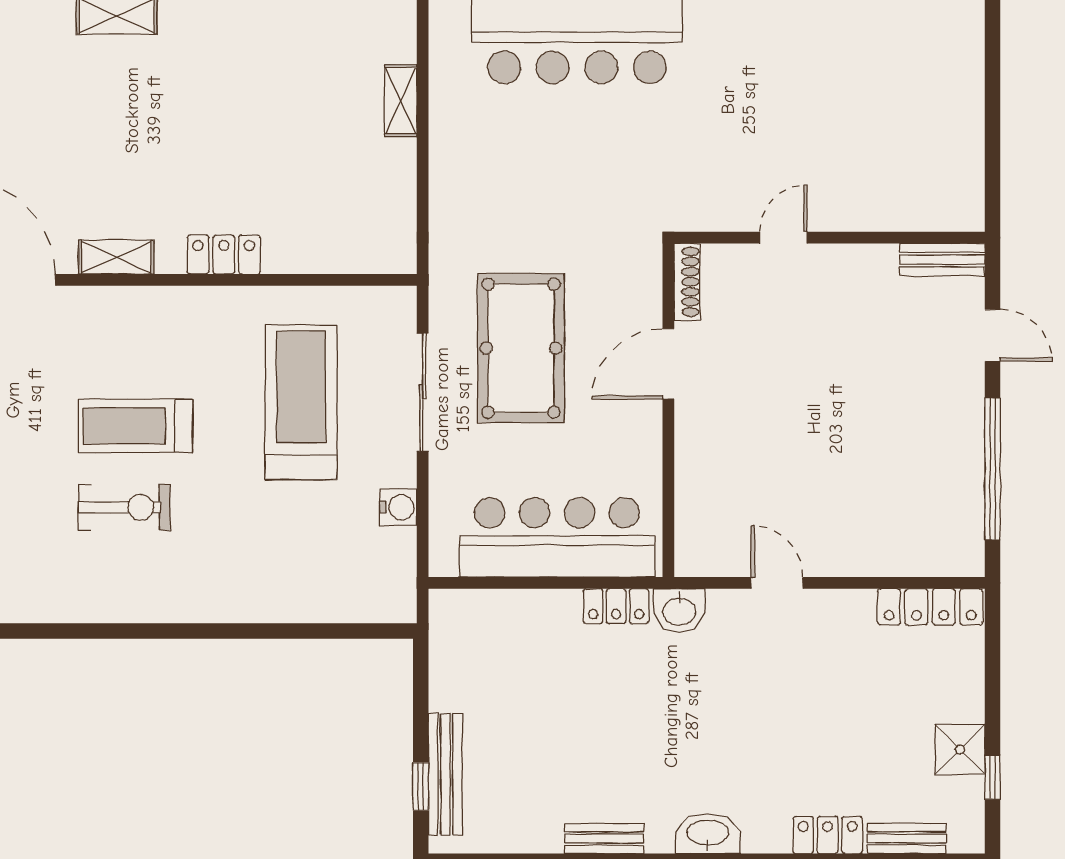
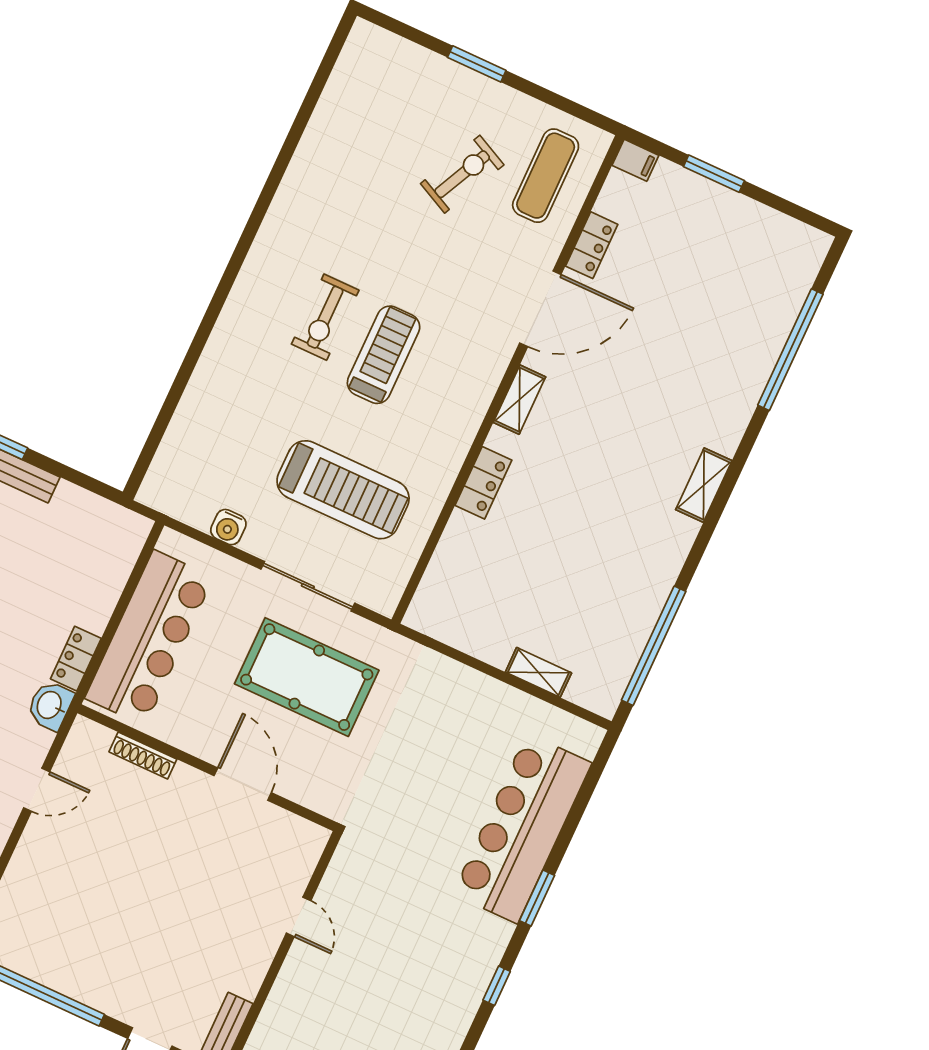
shoe rack: (687, 282) -> (143, 756), moved

